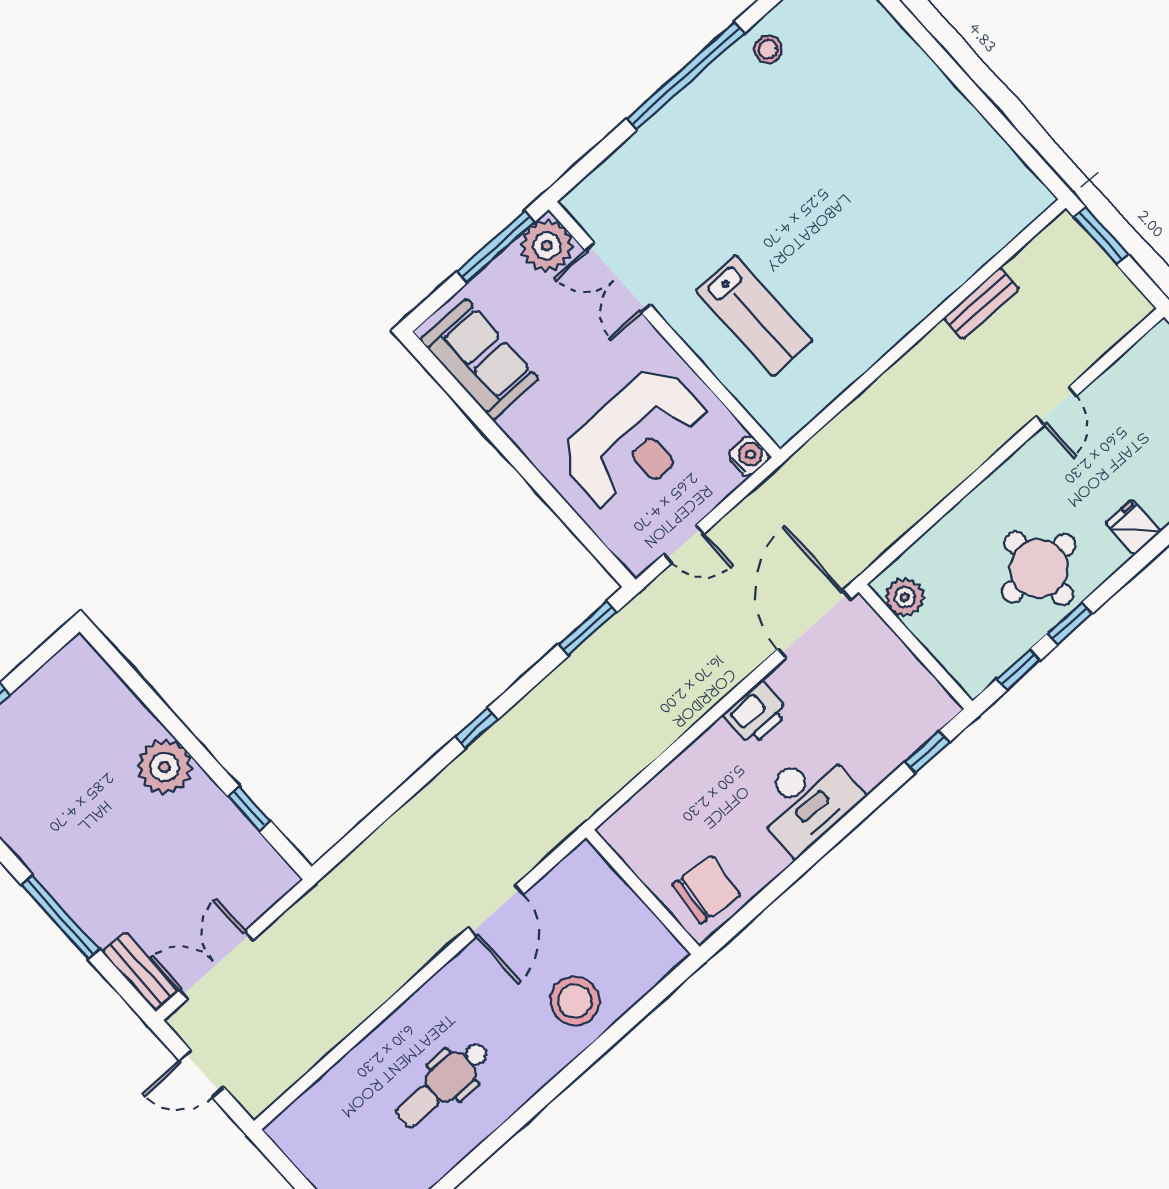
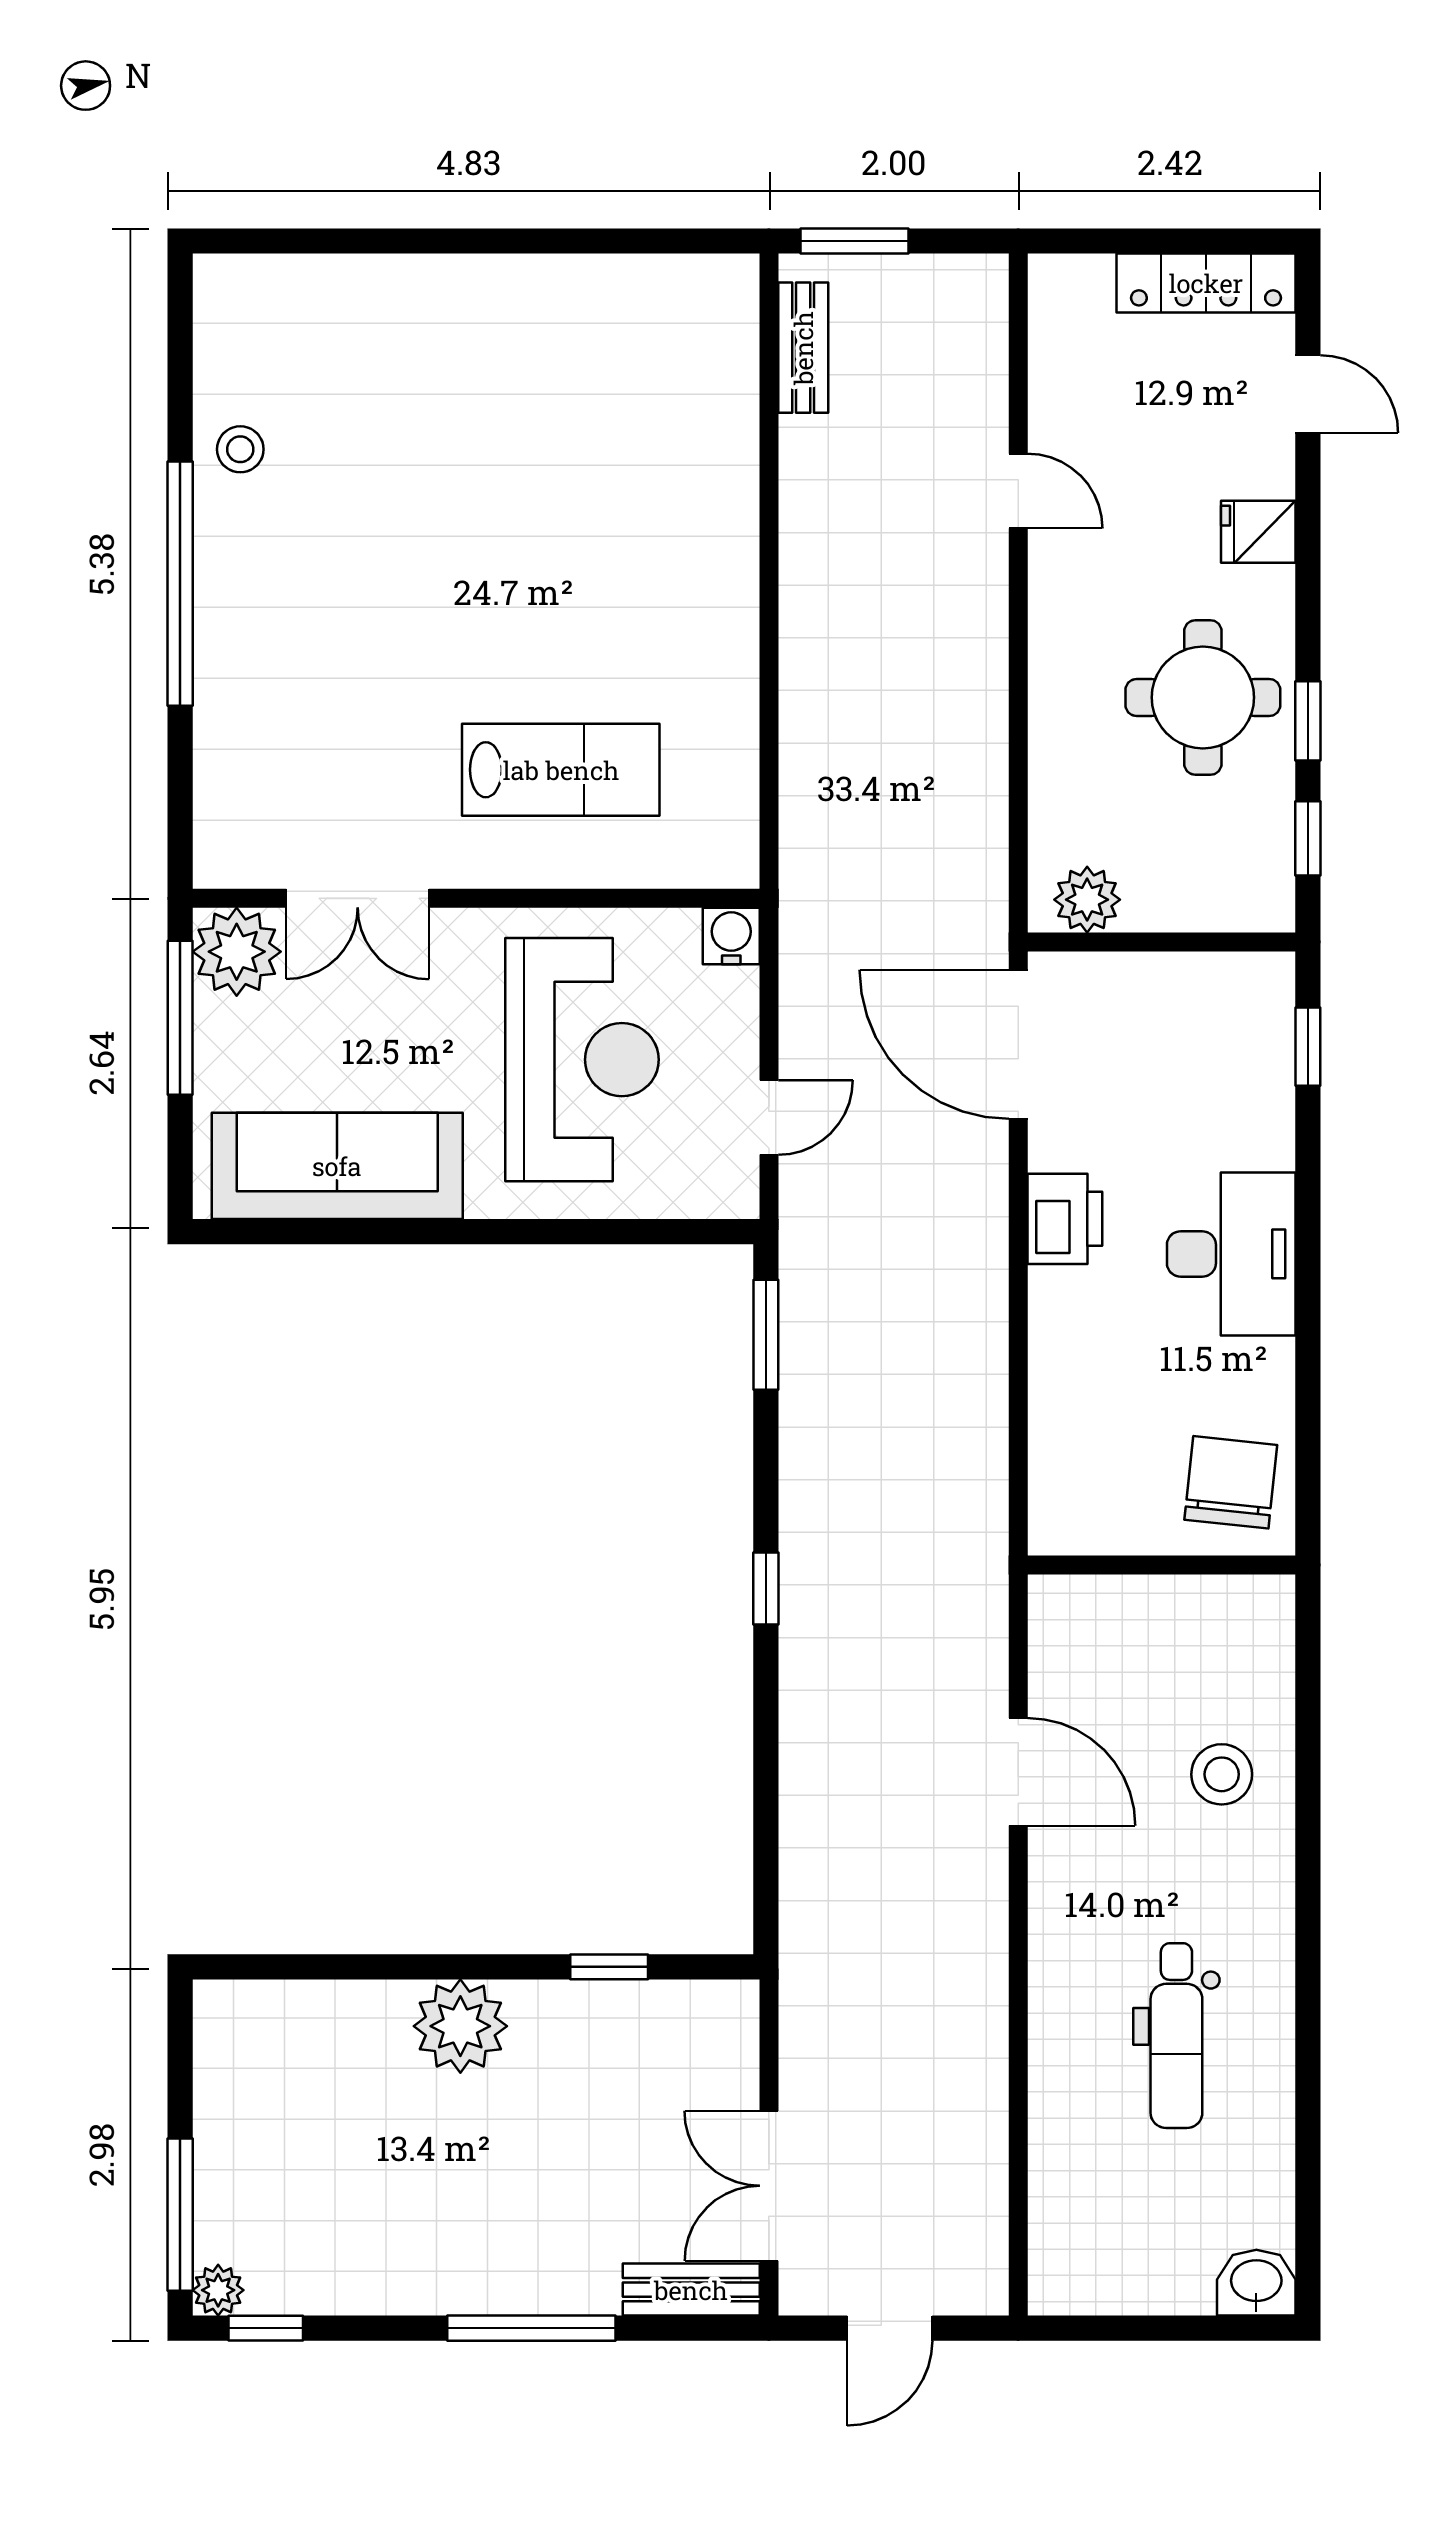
bench: (981, 303) -> (803, 348), moved
sofa: (480, 360) -> (337, 1166), width x1.36
stool: (575, 1001) -> (1222, 1774), width x0.73, depth x0.73

